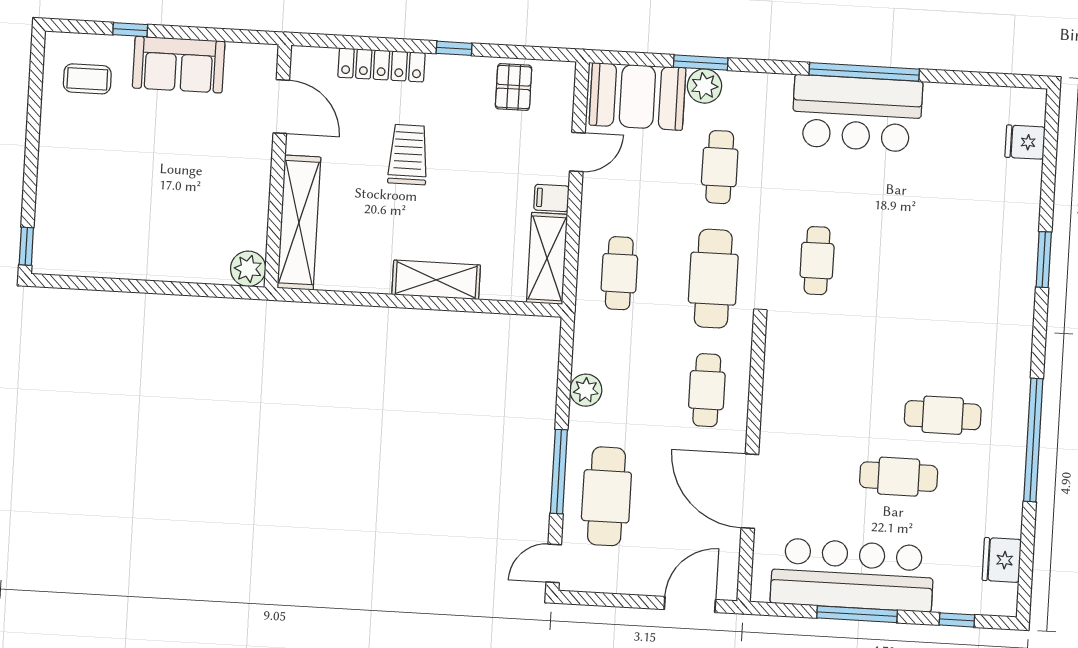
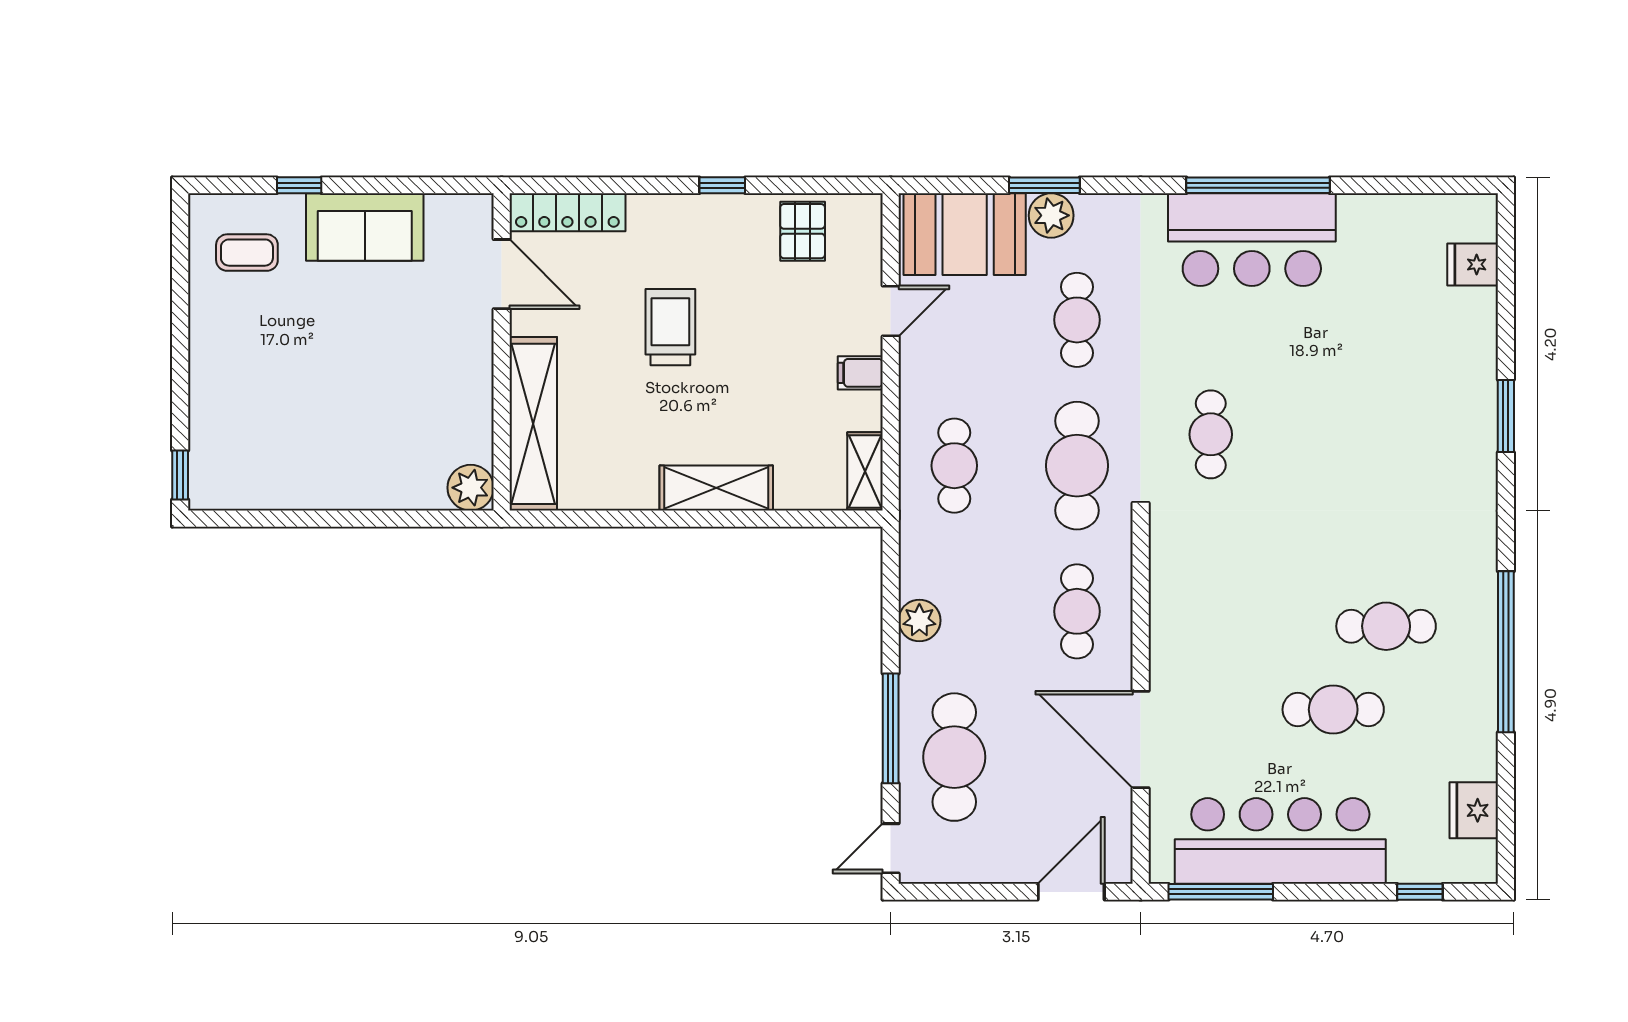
locker: (381, 65) -> (567, 212), moved
shelving: (547, 258) -> (865, 471), width x0.67, depth x0.75
window: (857, 614) -> (1221, 892), moved

